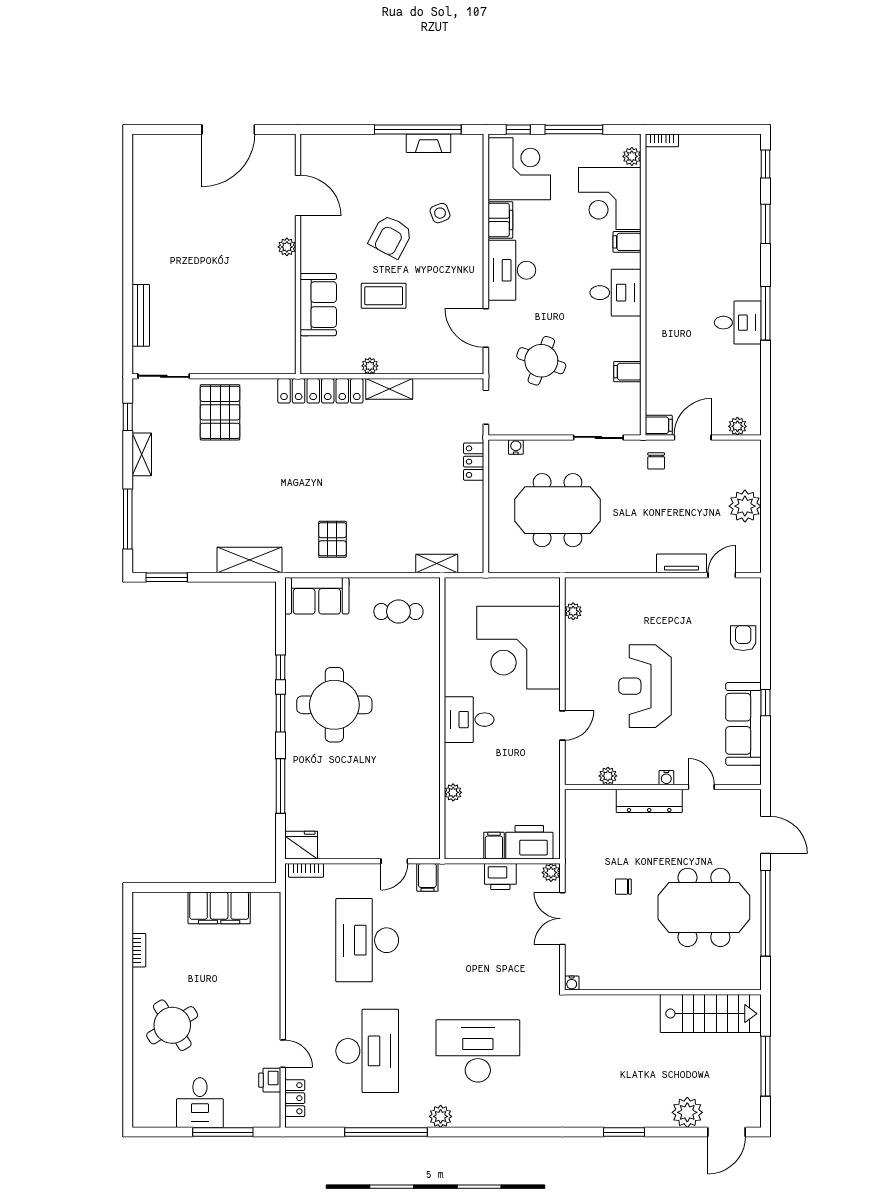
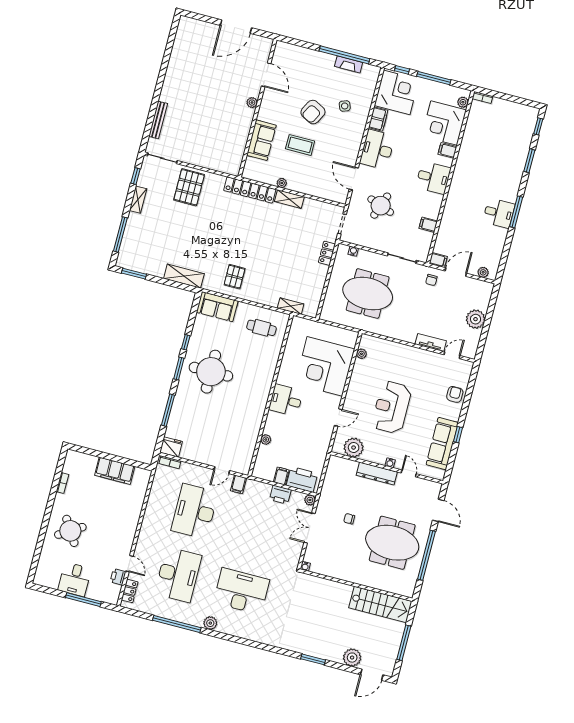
plant: (608, 776) -> (354, 448), width x1.88, depth x1.88

